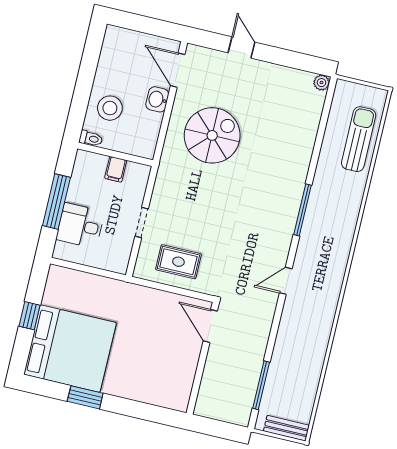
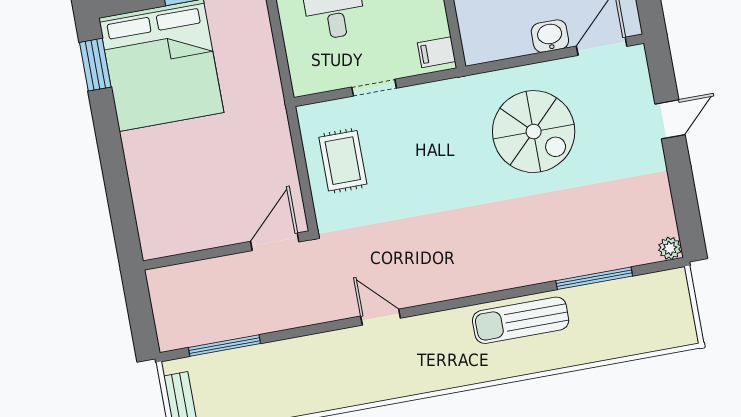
sun lounger: (359, 139) -> (521, 320), moved, turned 180
filing cabinet: (116, 169) -> (436, 52), moved
window: (303, 210) -> (594, 278), moved
window: (85, 397) -> (95, 65), moved

